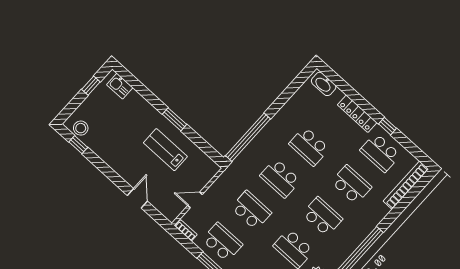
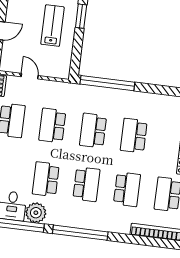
school desk: (251, 210) -> (52, 125), turned 180

